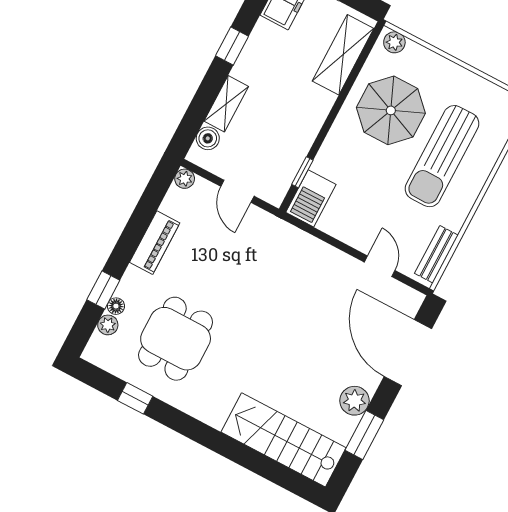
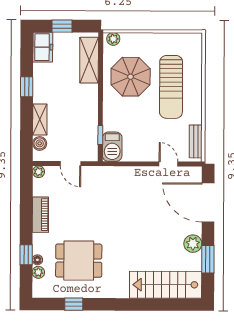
dining table: (176, 339) -> (79, 261), turned 90

